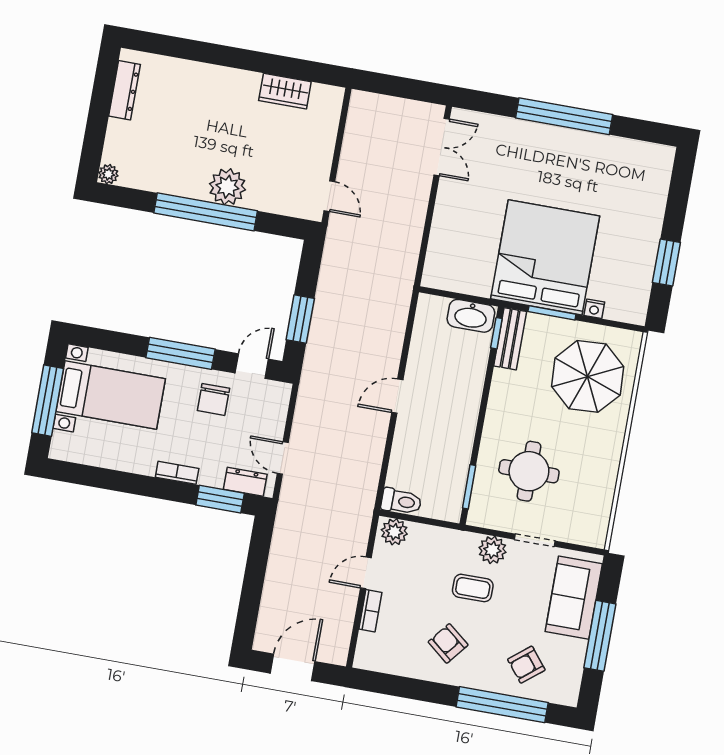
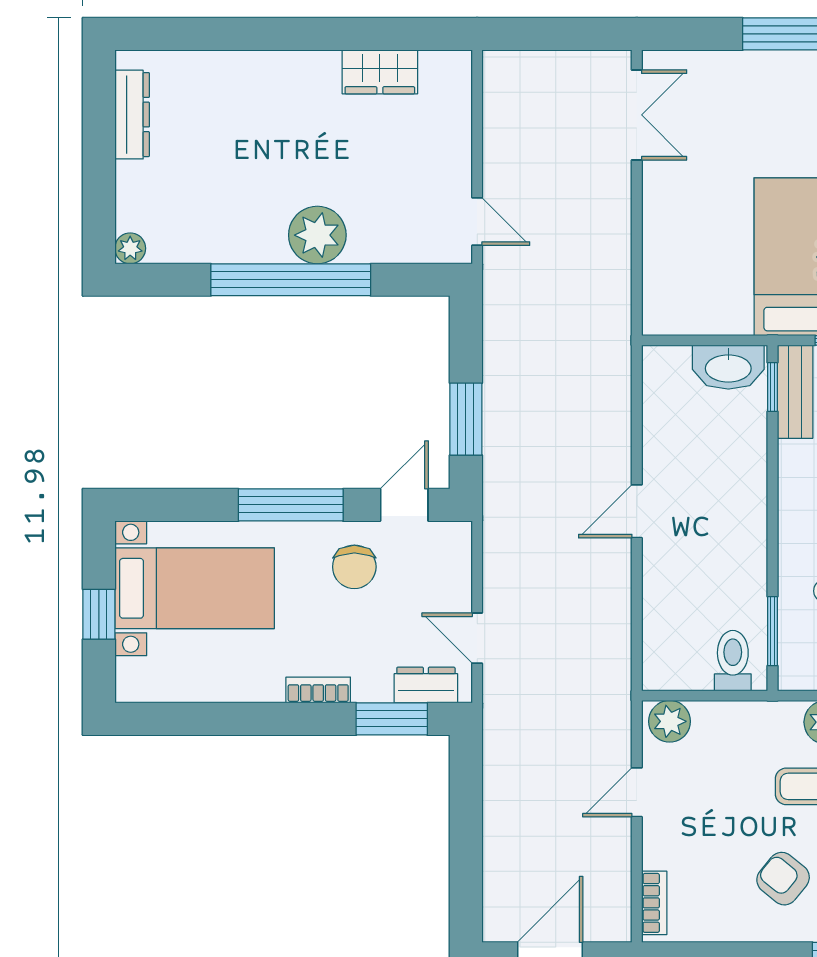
window: (48, 401) -> (99, 614), width x0.46
toilet: (401, 501) -> (733, 661), moved, turned -90
bookcase: (370, 611) -> (654, 903), moved

